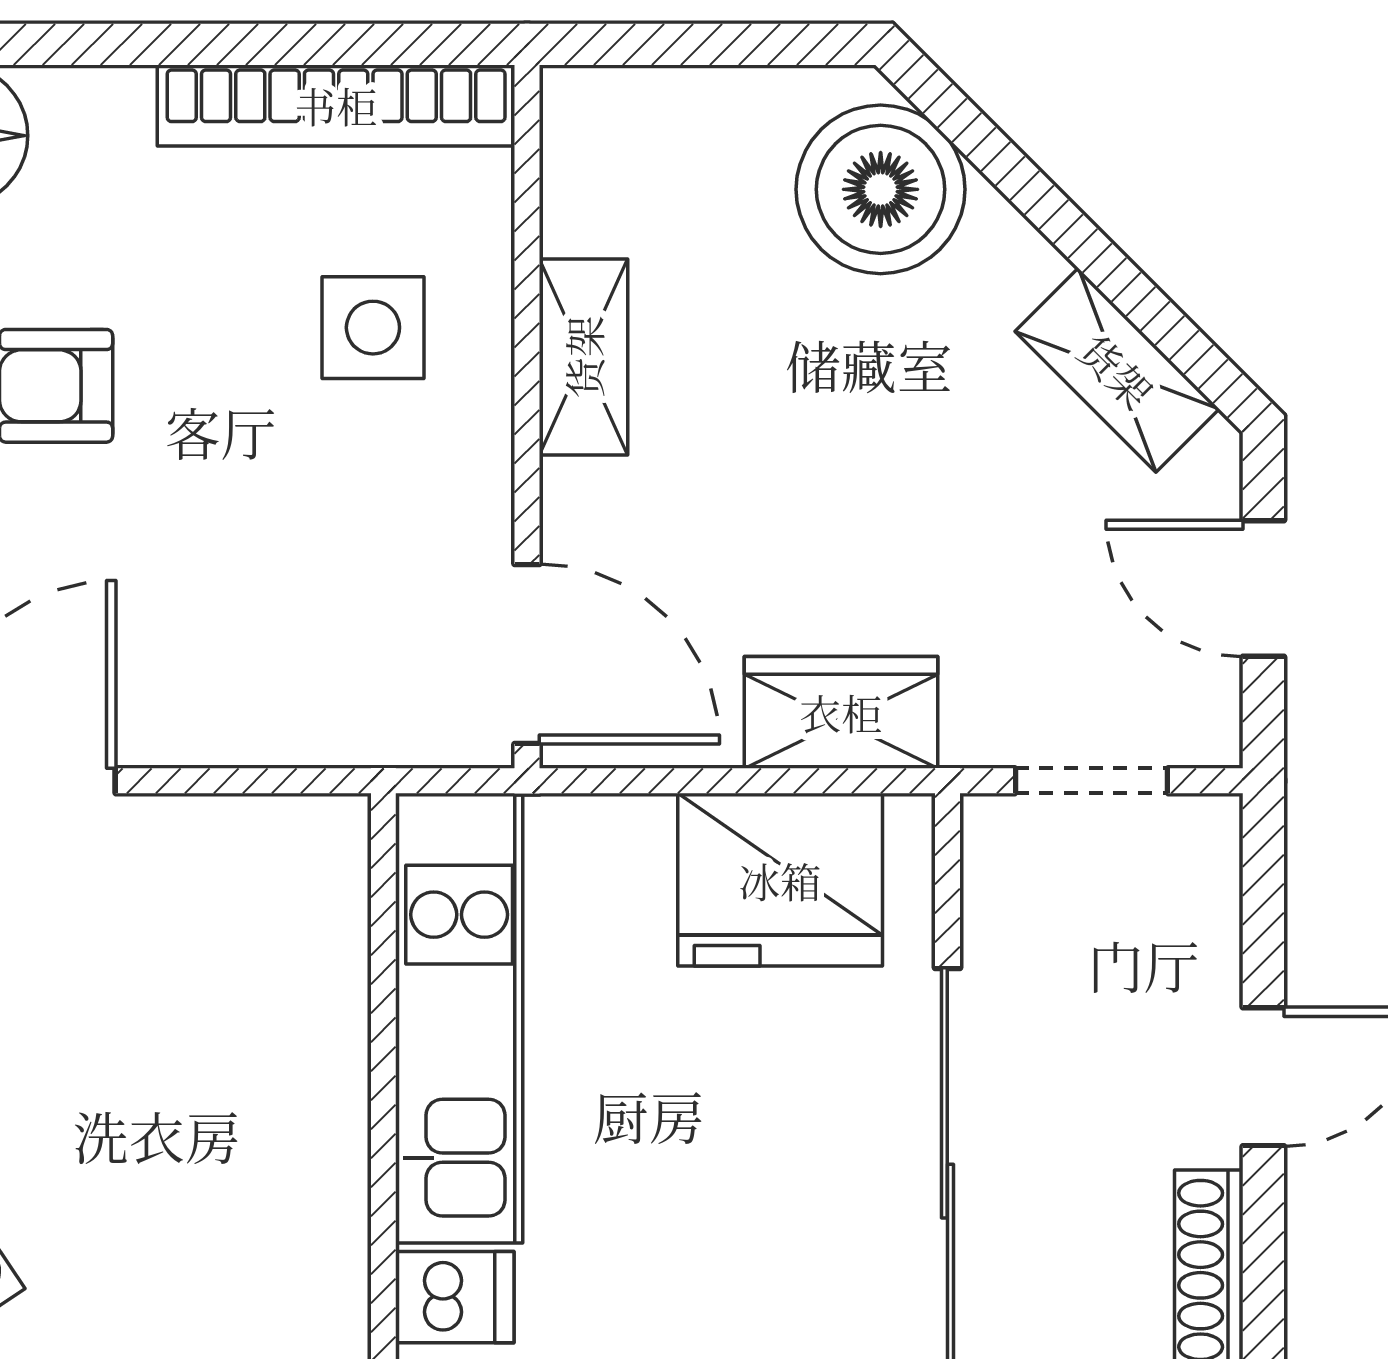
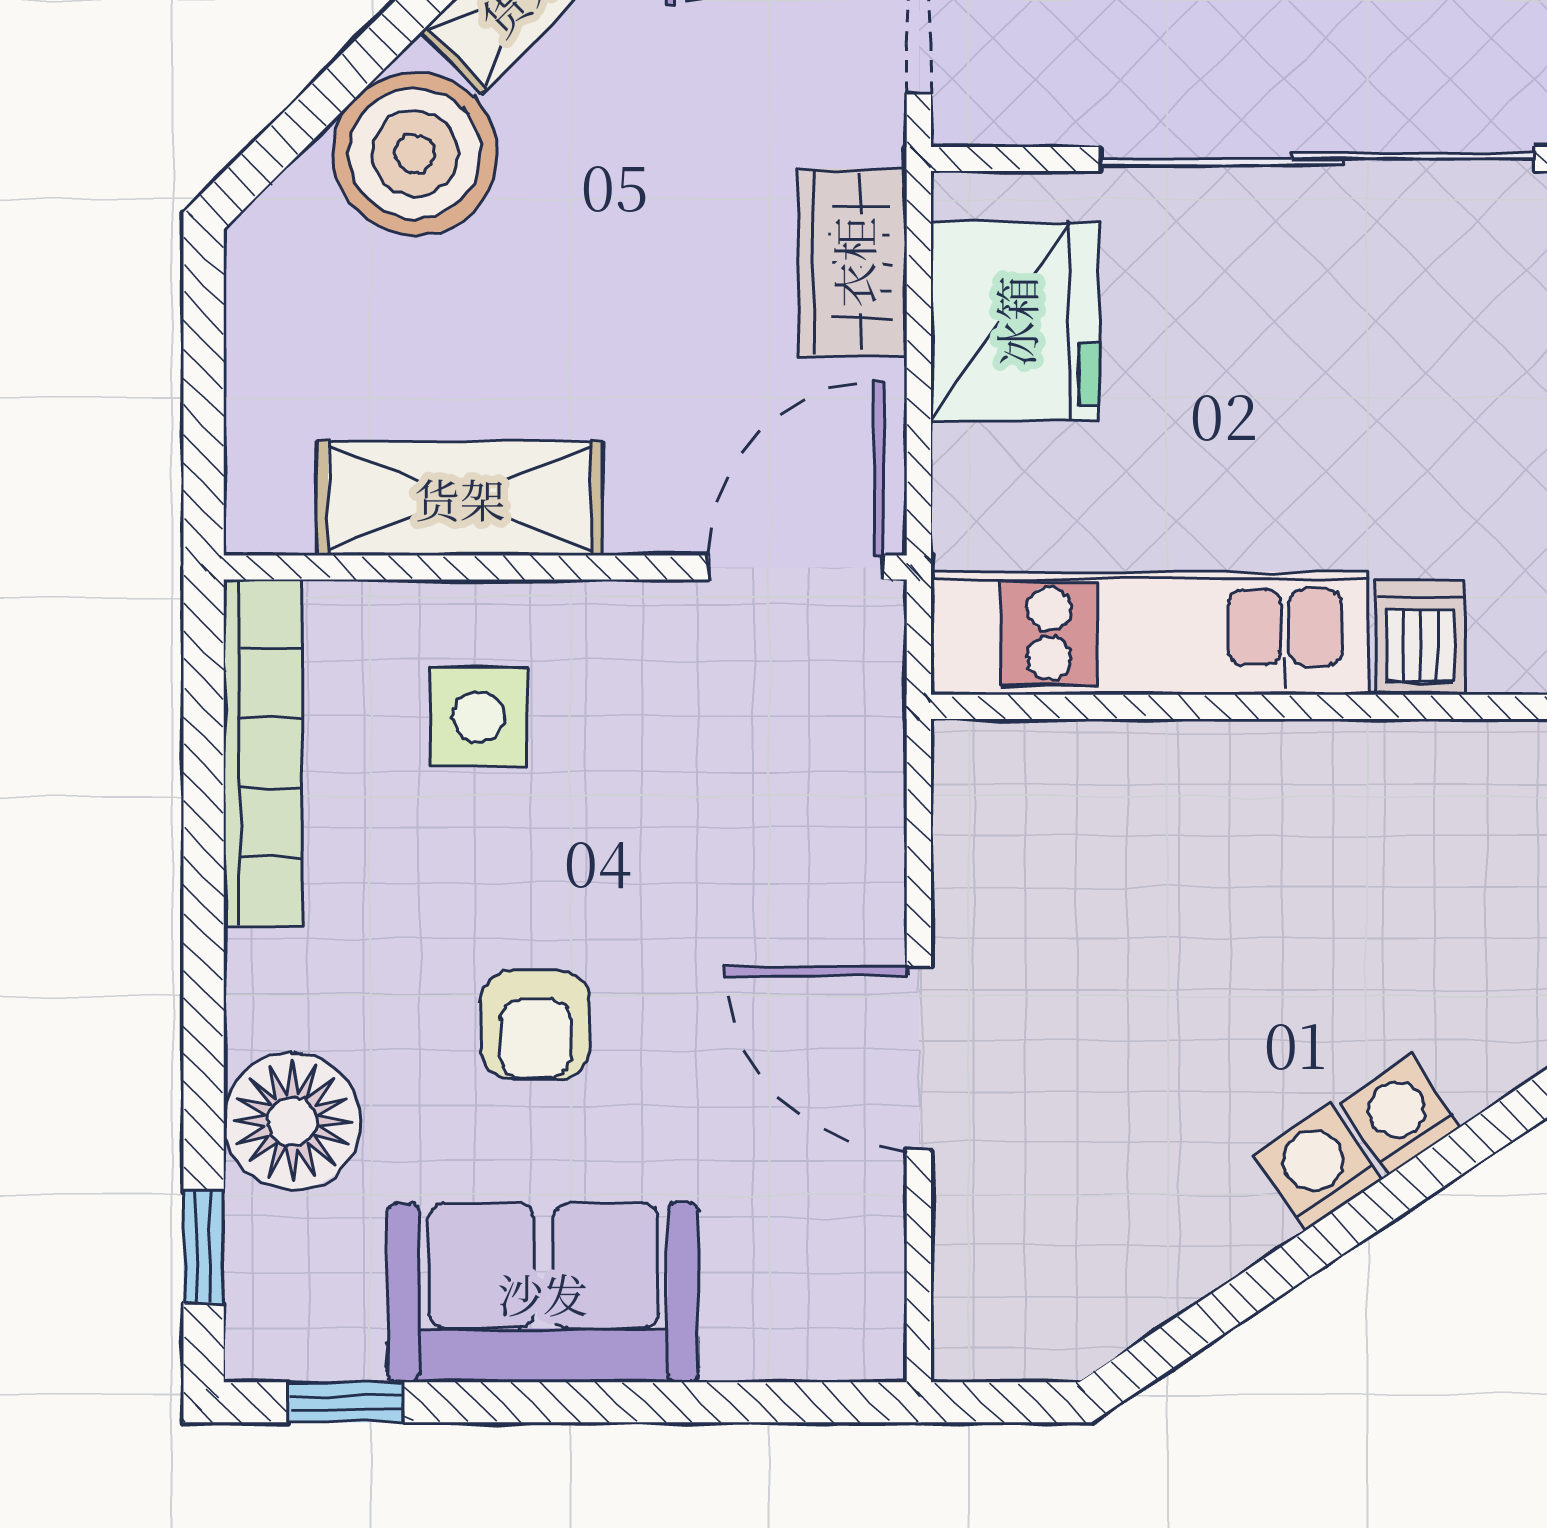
boiler: (881, 189) -> (415, 153), moved
shelving: (583, 357) -> (460, 498), width x1.50, depth x1.33

